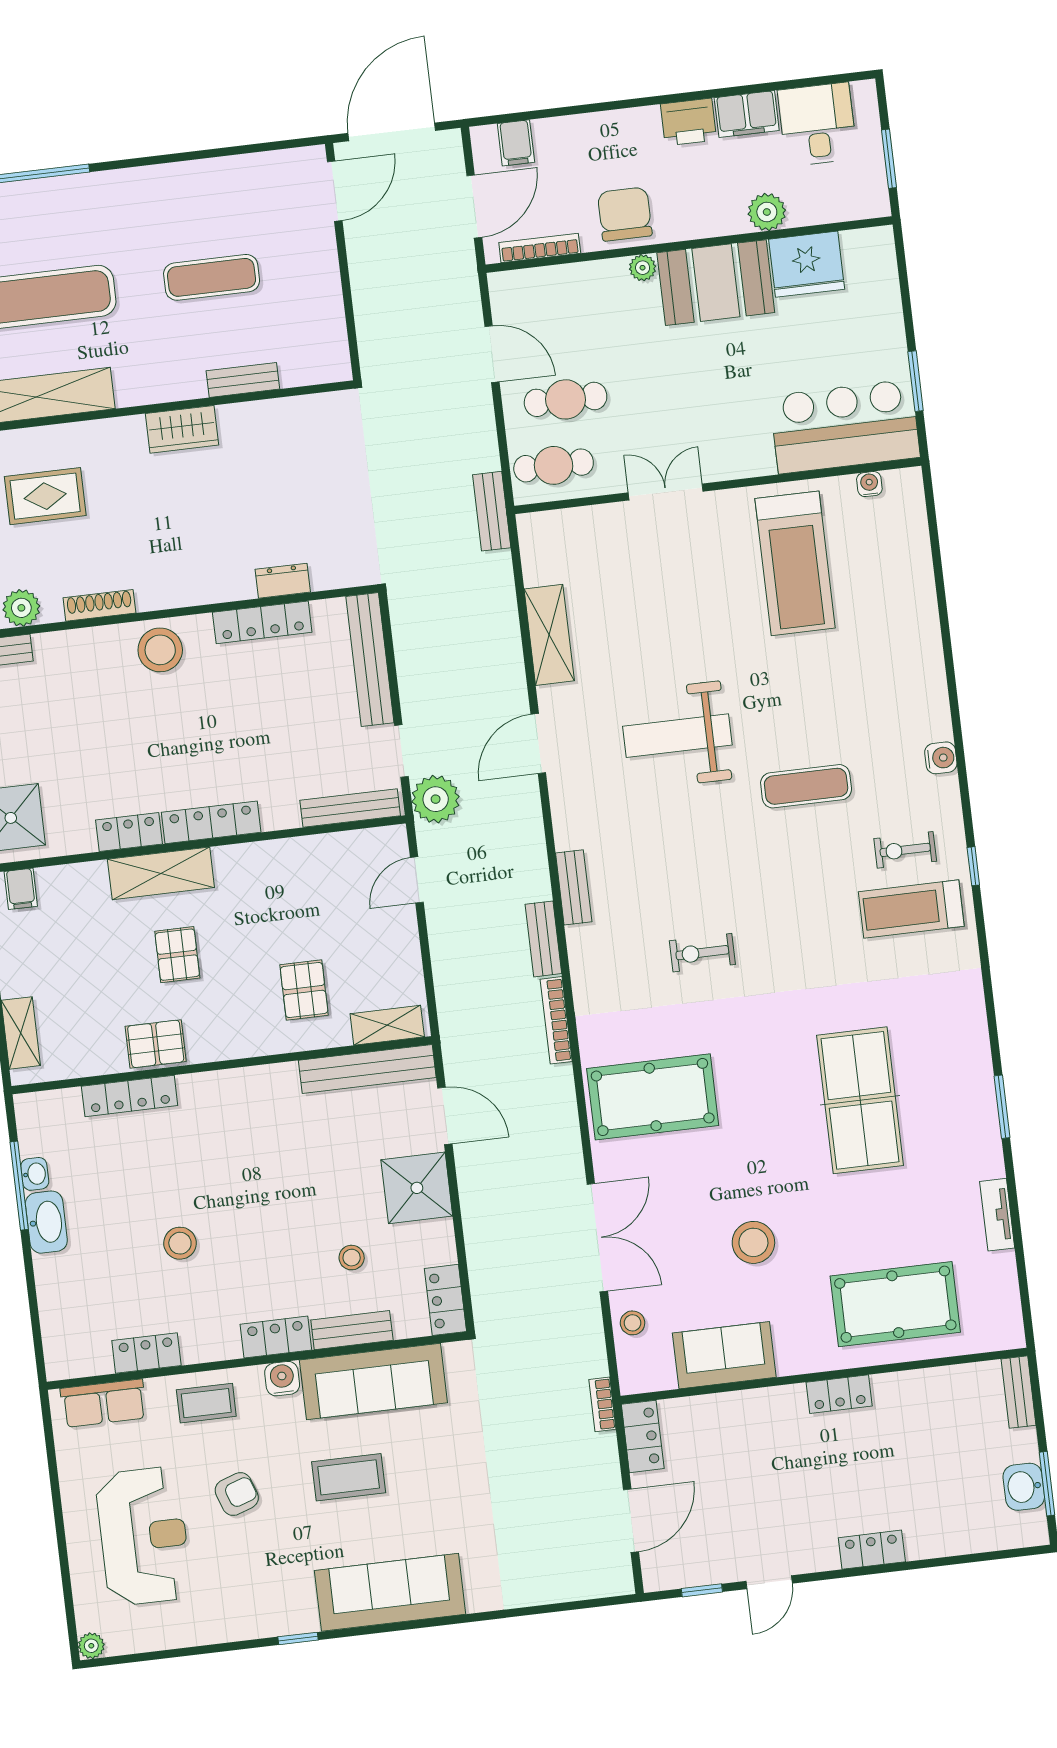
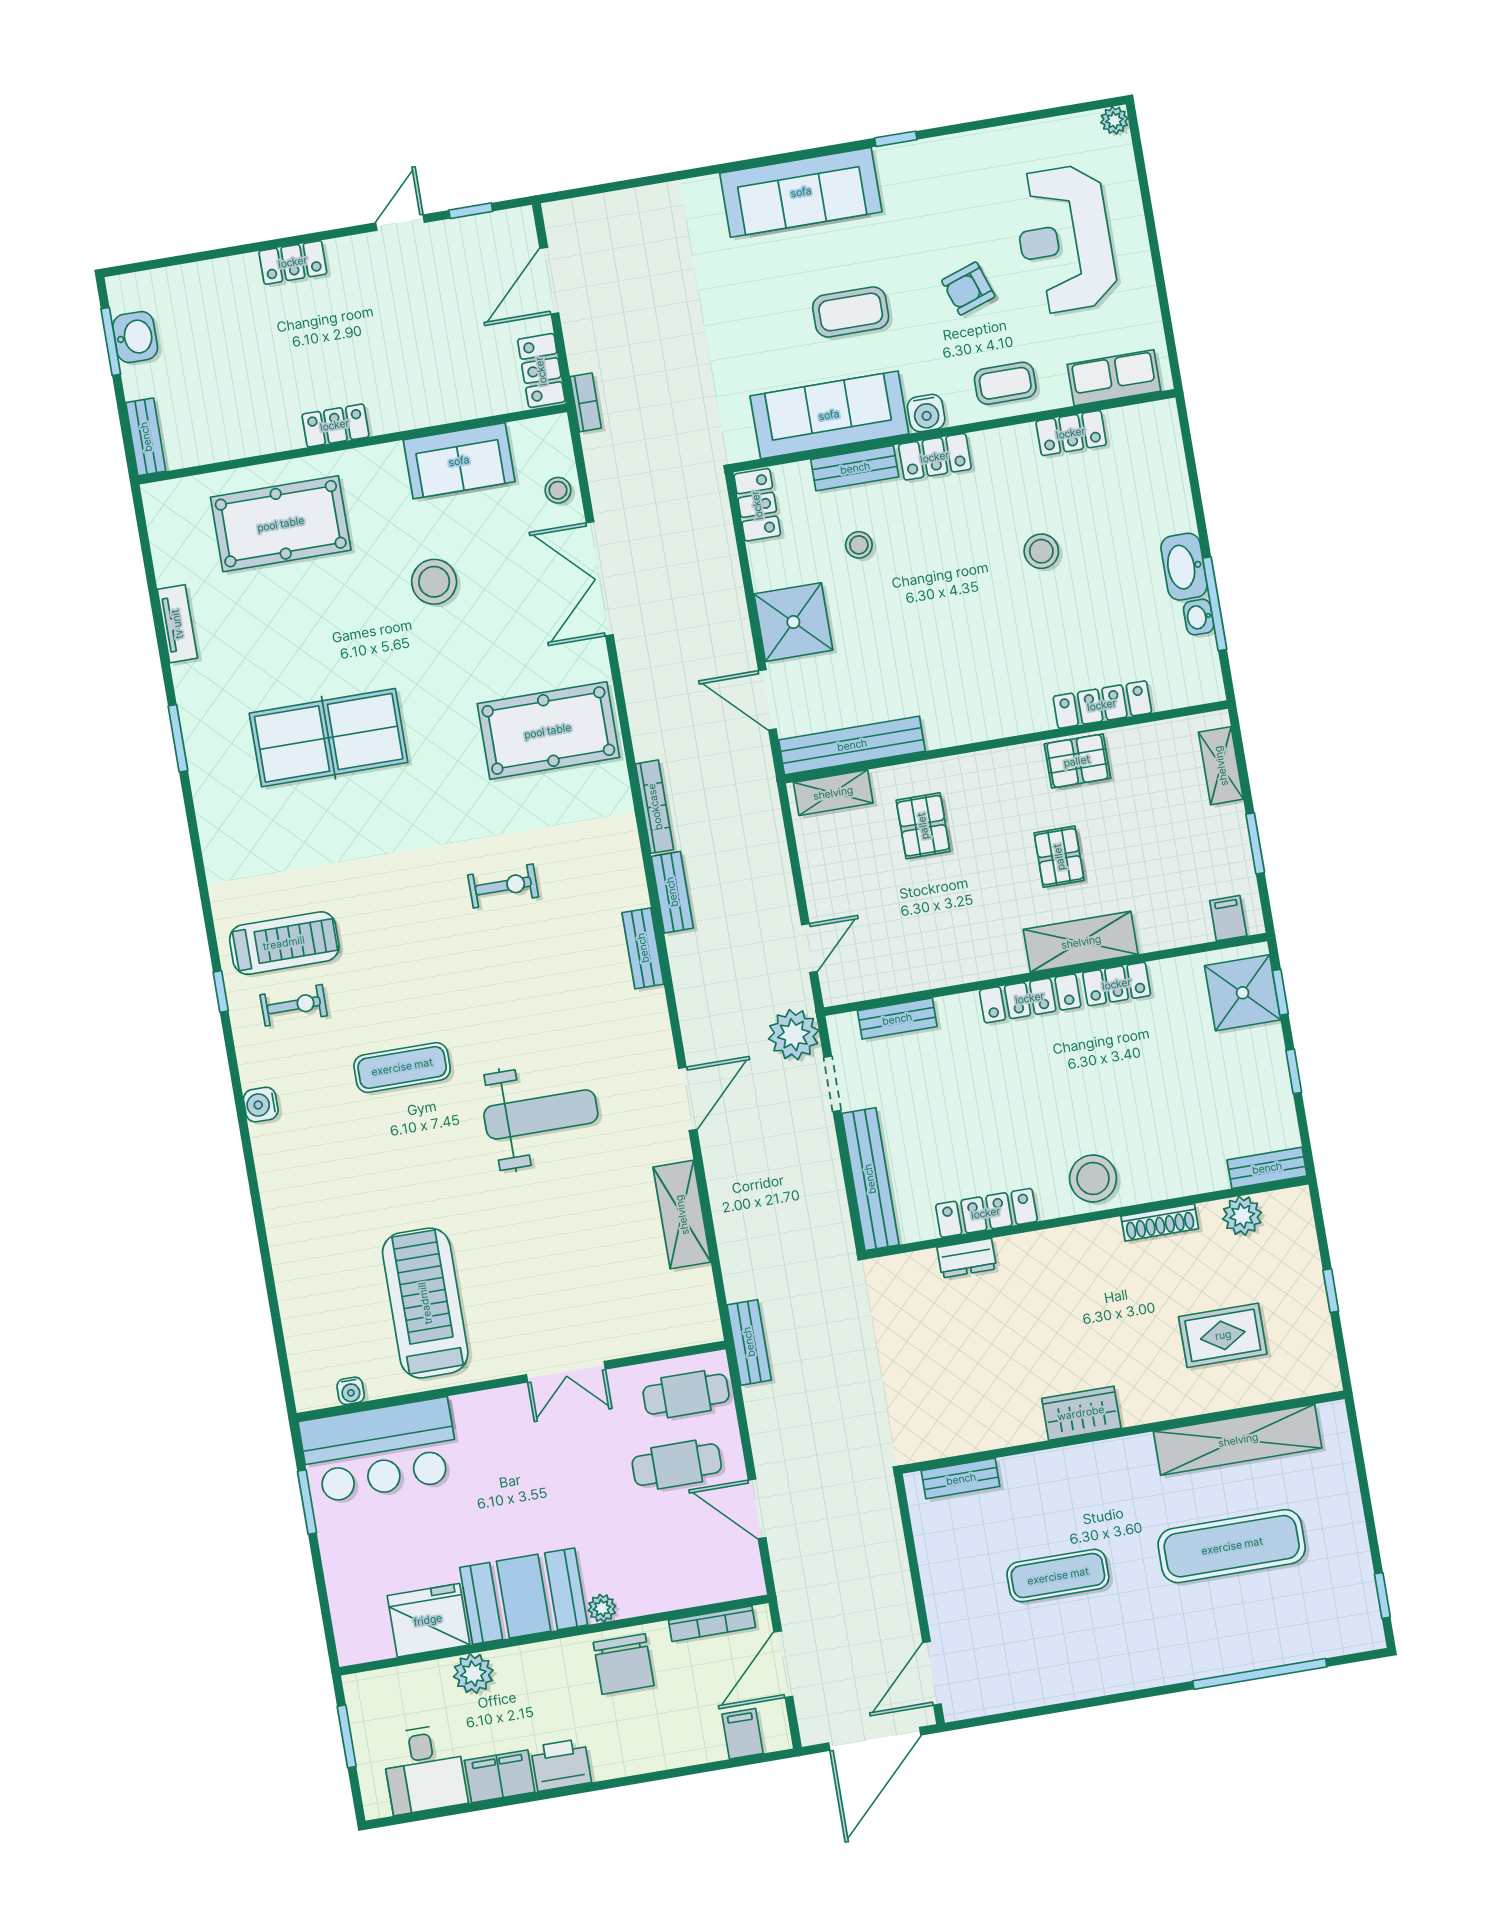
bench: (243, 380) -> (961, 1479), moved
bench: (350, 808) -> (897, 1019), width x0.73
table tennis table: (860, 1100) -> (329, 738), turned 90

